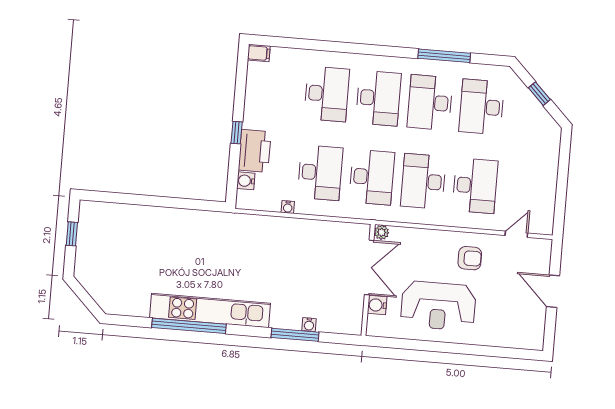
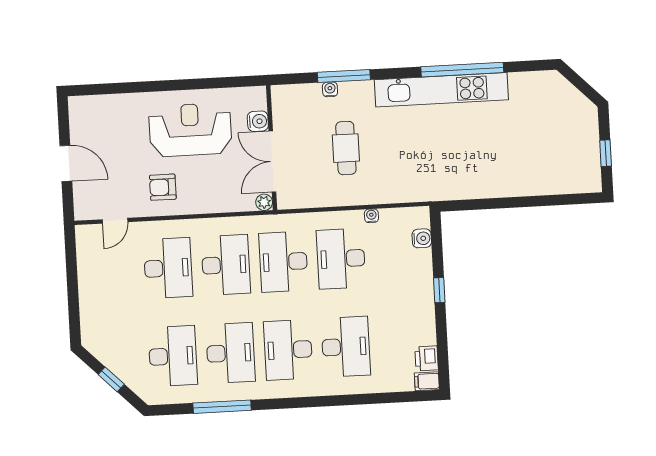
desk: (327, 94) -> (346, 347), turned 180
printer: (255, 151) -> (427, 358), moved, width x0.53, depth x0.68
desk: (475, 186) -> (168, 268), turned 180
cafe table: (302, 270) -> (346, 148), added

